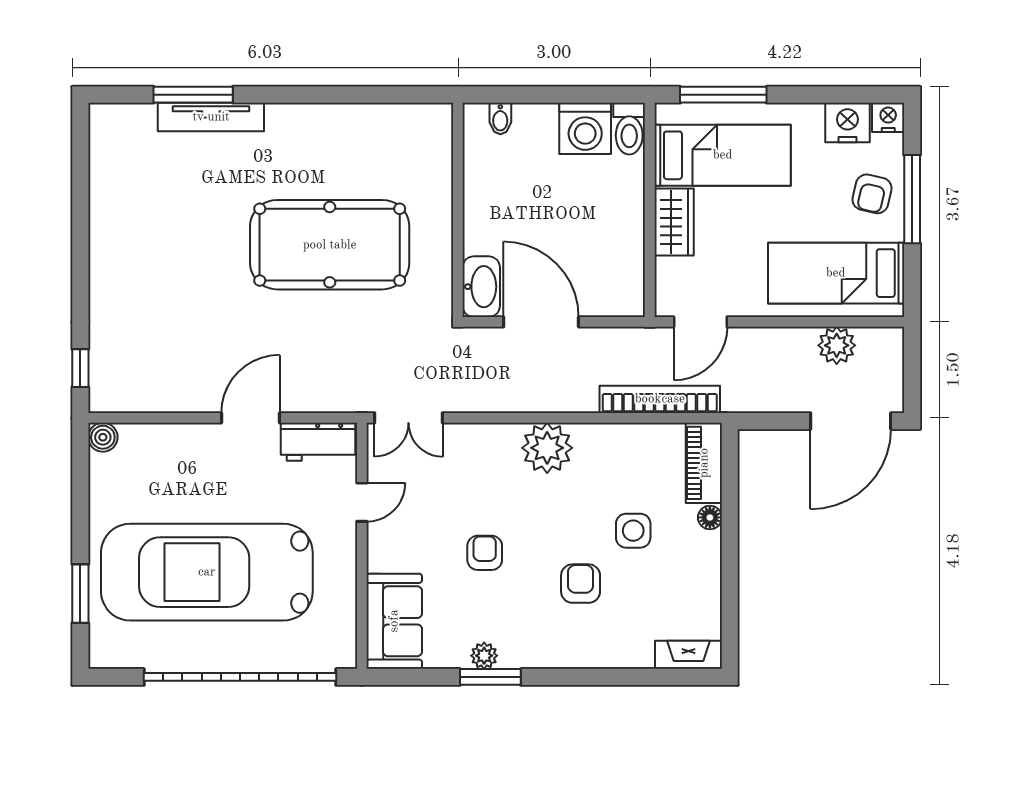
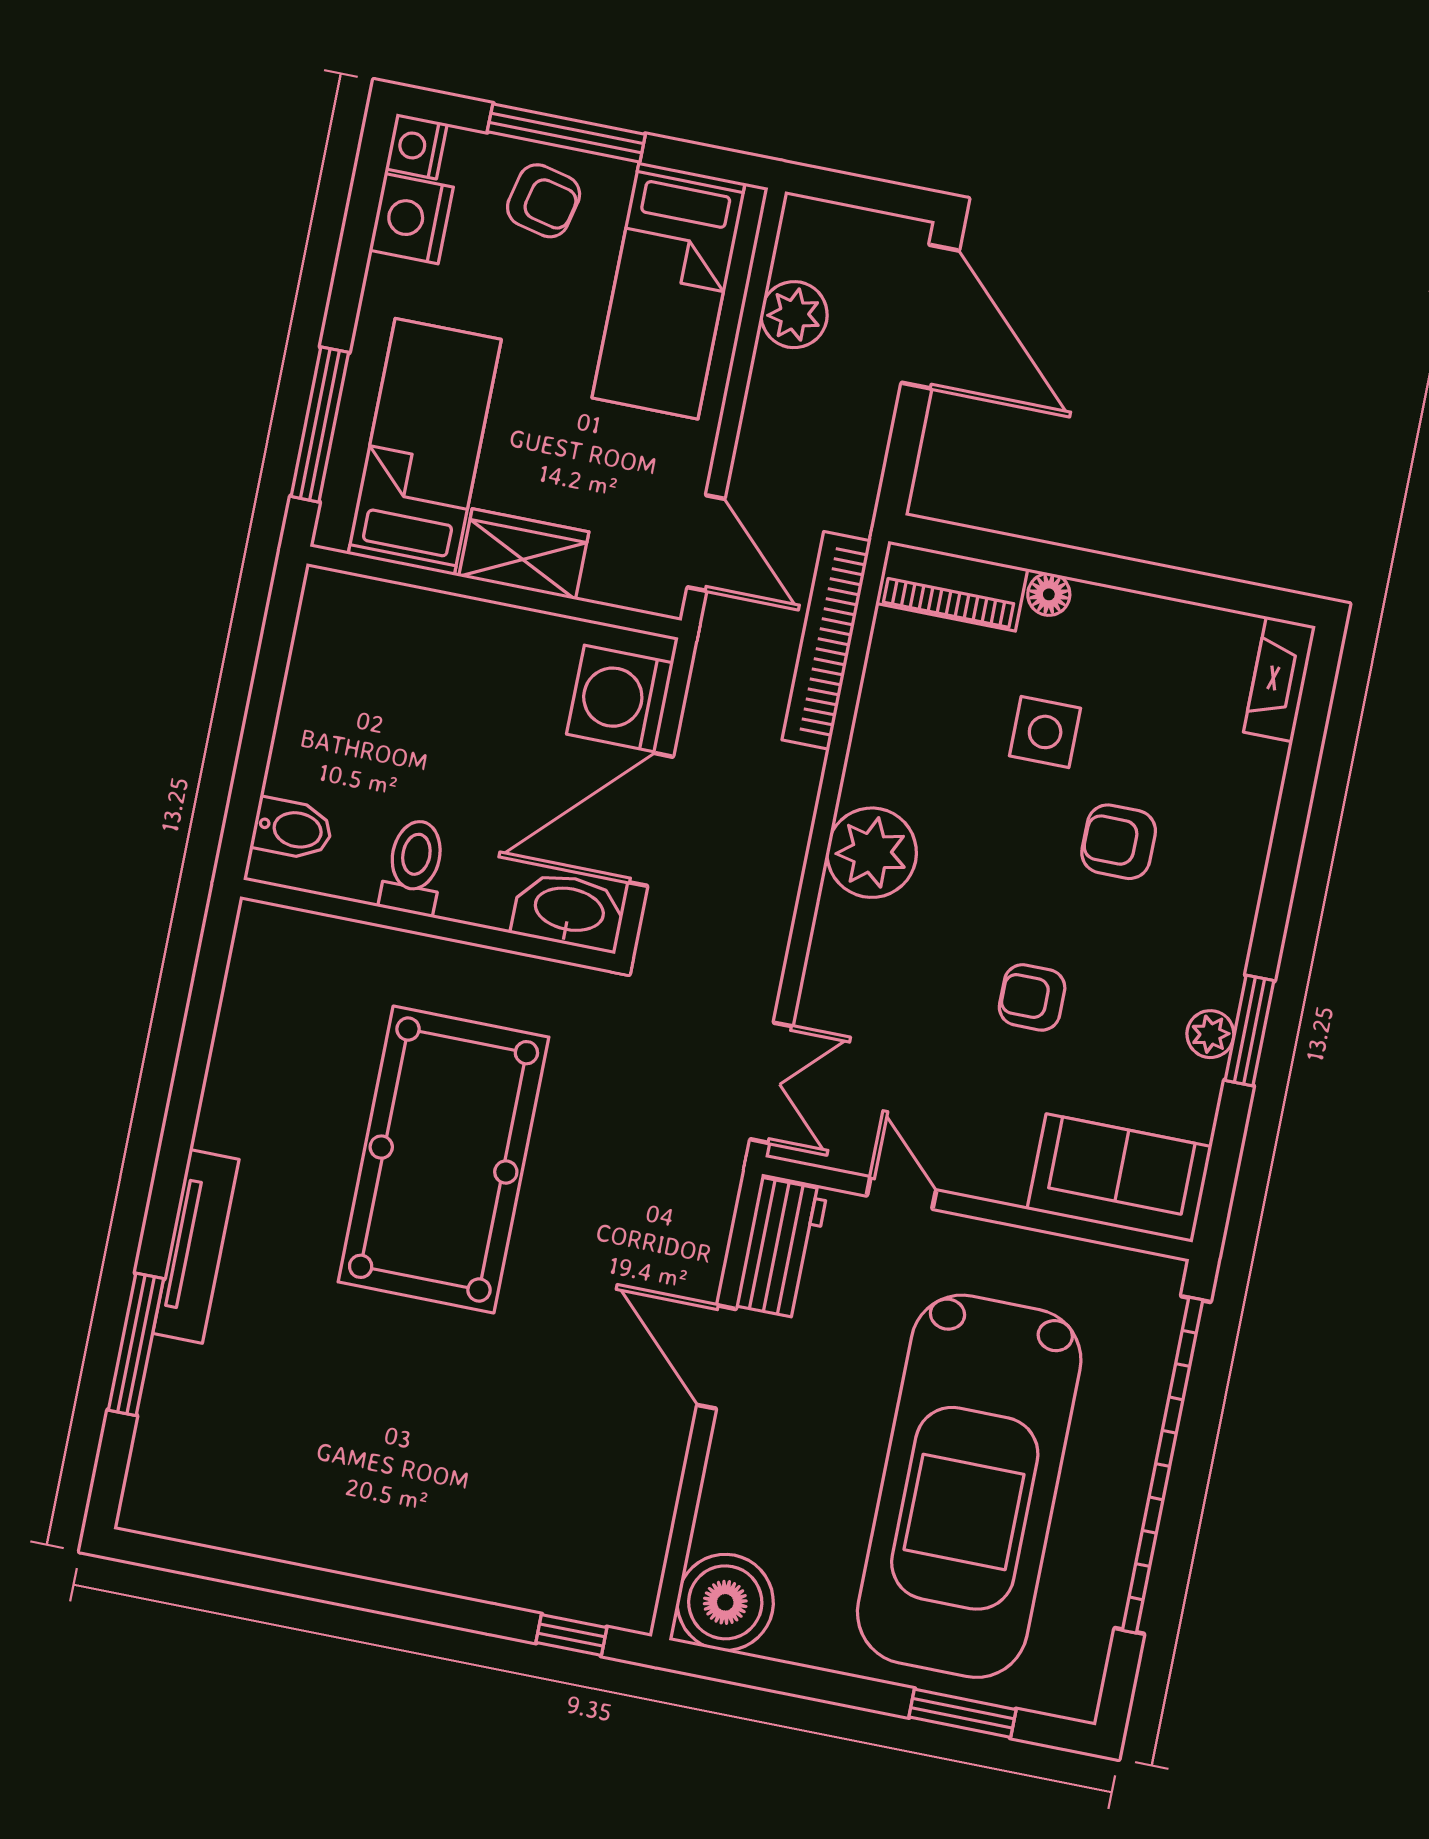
tv unit: (211, 117) -> (196, 1246), moved
bidet: (500, 119) -> (292, 829), width x1.38, depth x1.36
washing machine: (585, 128) -> (620, 699), moved, turned 180
toilet: (629, 129) -> (414, 867), moved, turned -90
boiler: (103, 437) -> (725, 1602), width x1.86, depth x1.86

